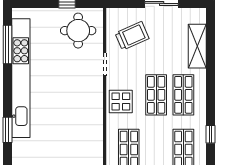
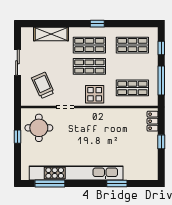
window: (211, 134) -> (97, 24), moved

